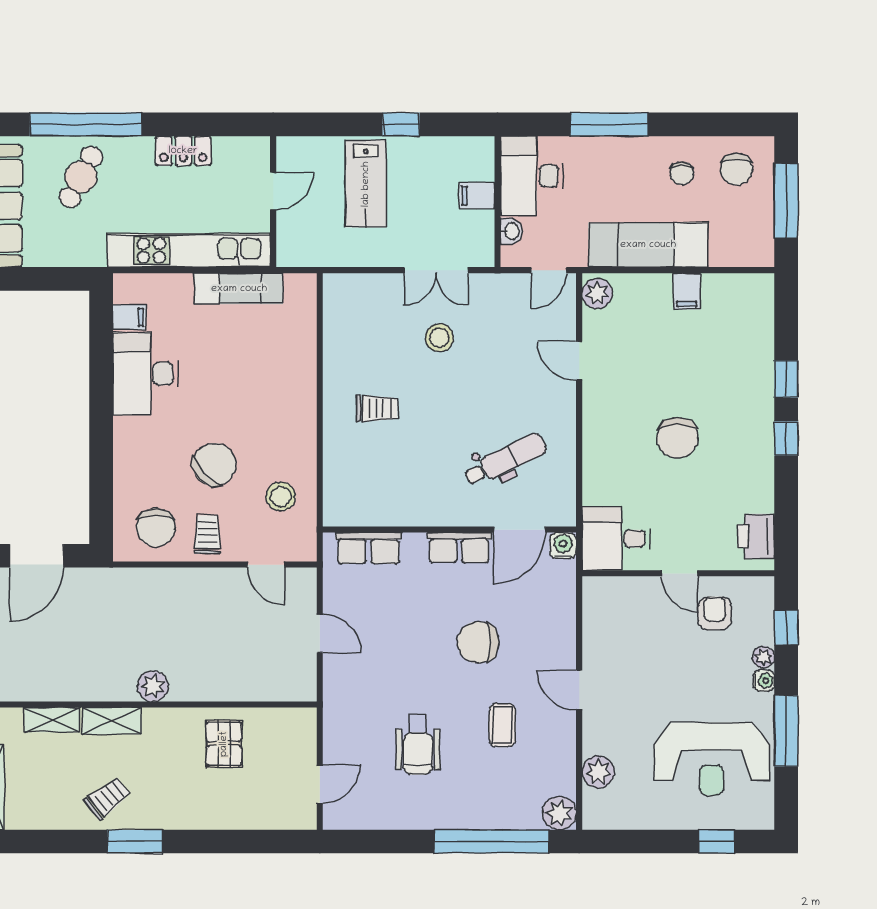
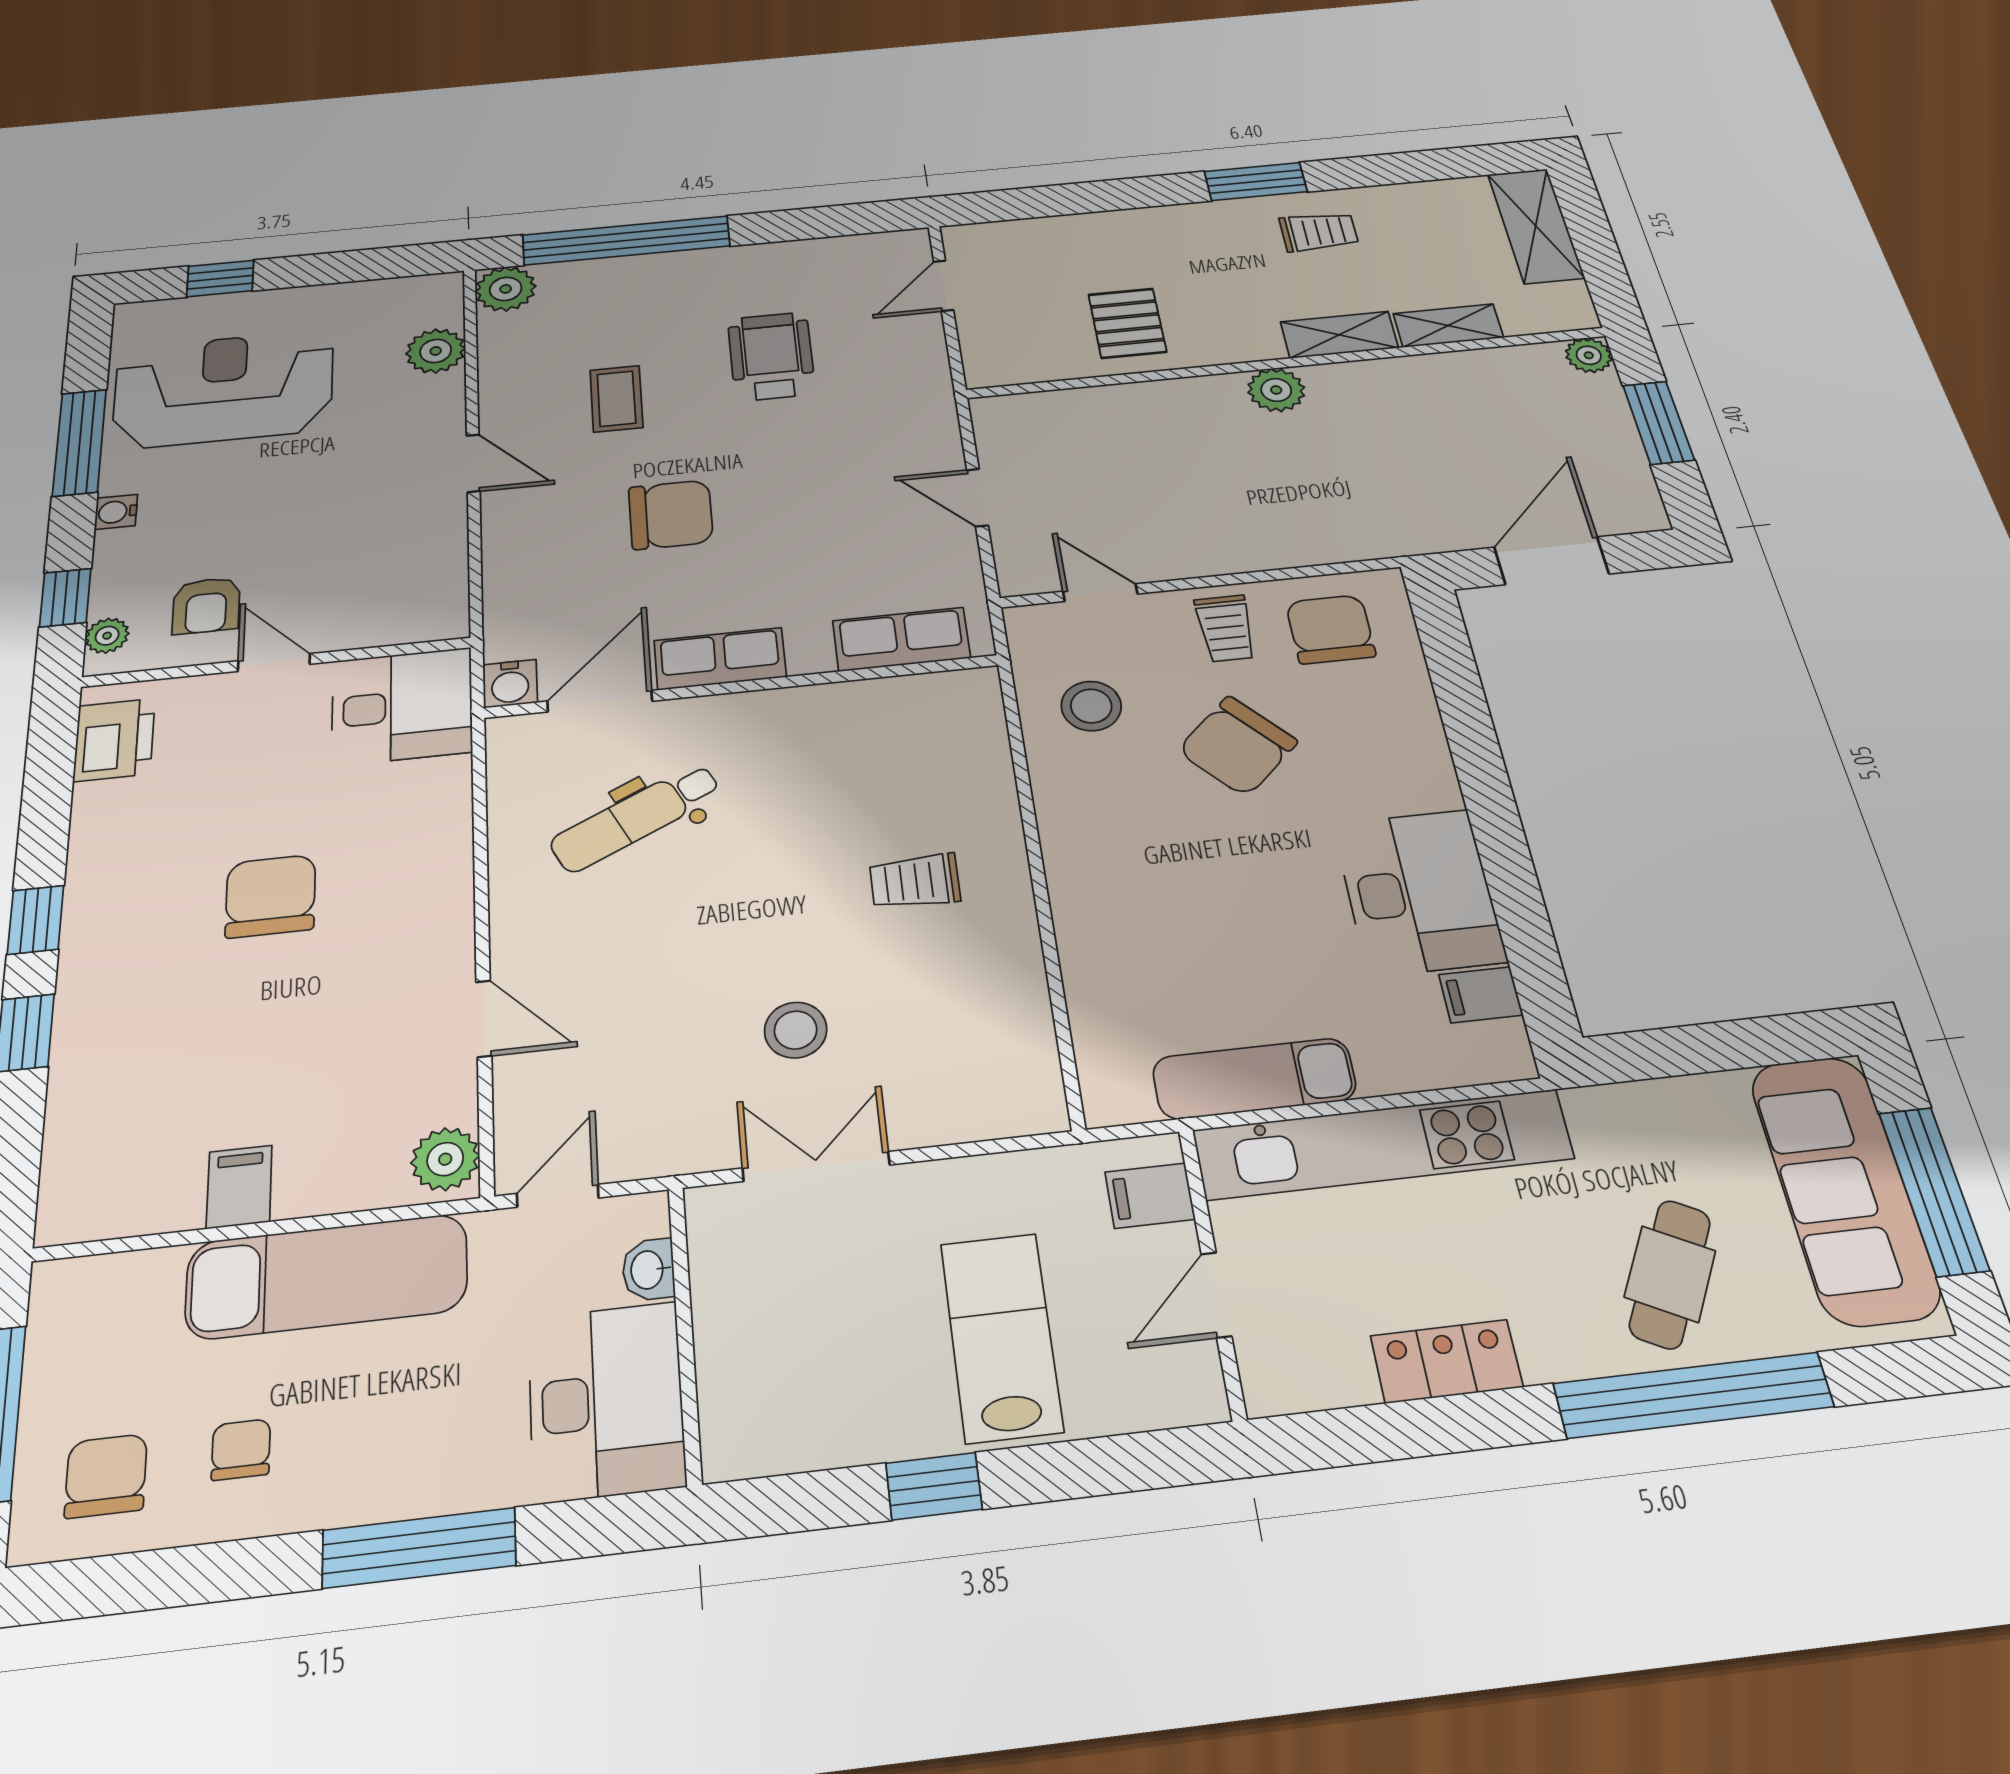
filing cabinet: (477, 196) -> (1150, 1196), moved, turned 180
plant: (763, 657) -> (107, 636), moved
trolley: (108, 798) -> (1319, 232), turned -142

